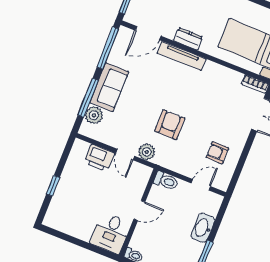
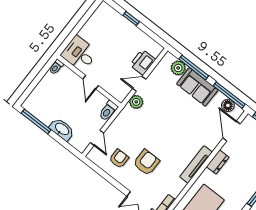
floor lamp: (120, 46) -> (228, 105), added
tv unit: (182, 56) -> (196, 164), moved
armchair: (170, 125) -> (146, 162), moved, turned -90

